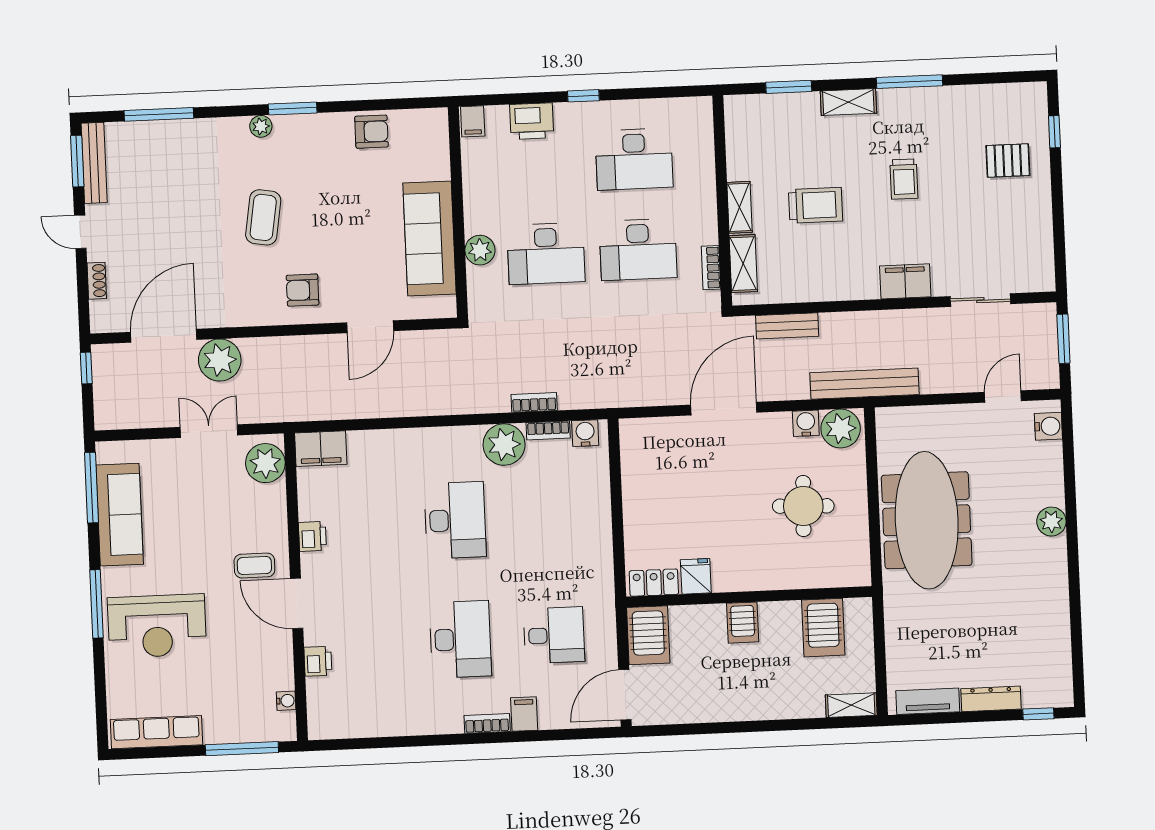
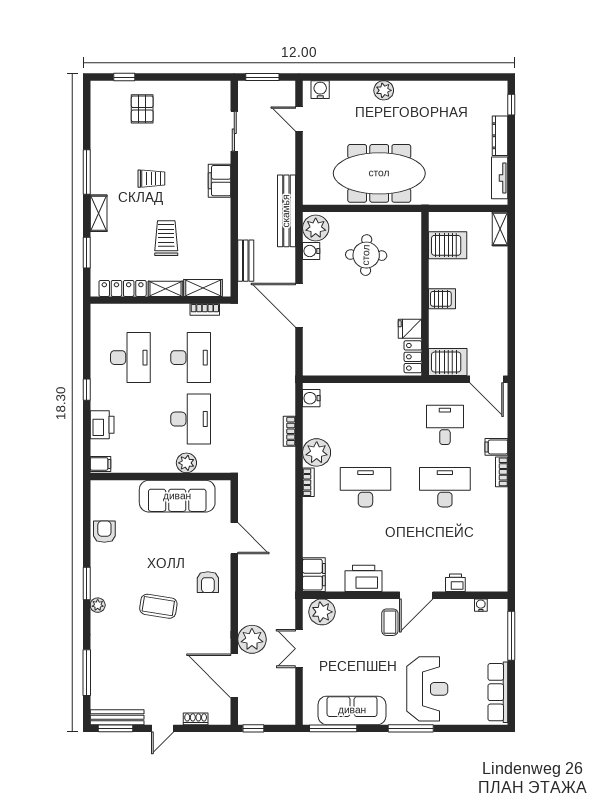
locker: (737, 143) -> (123, 288), added
bookcase: (548, 430) -> (308, 482), moved
printer: (312, 536) -> (364, 578), width x1.87, depth x1.48

